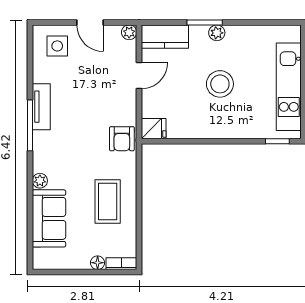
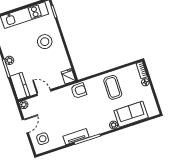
stool: (220, 84) -> (45, 42), moved
coffee table: (108, 201) -> (113, 87), turned 90

